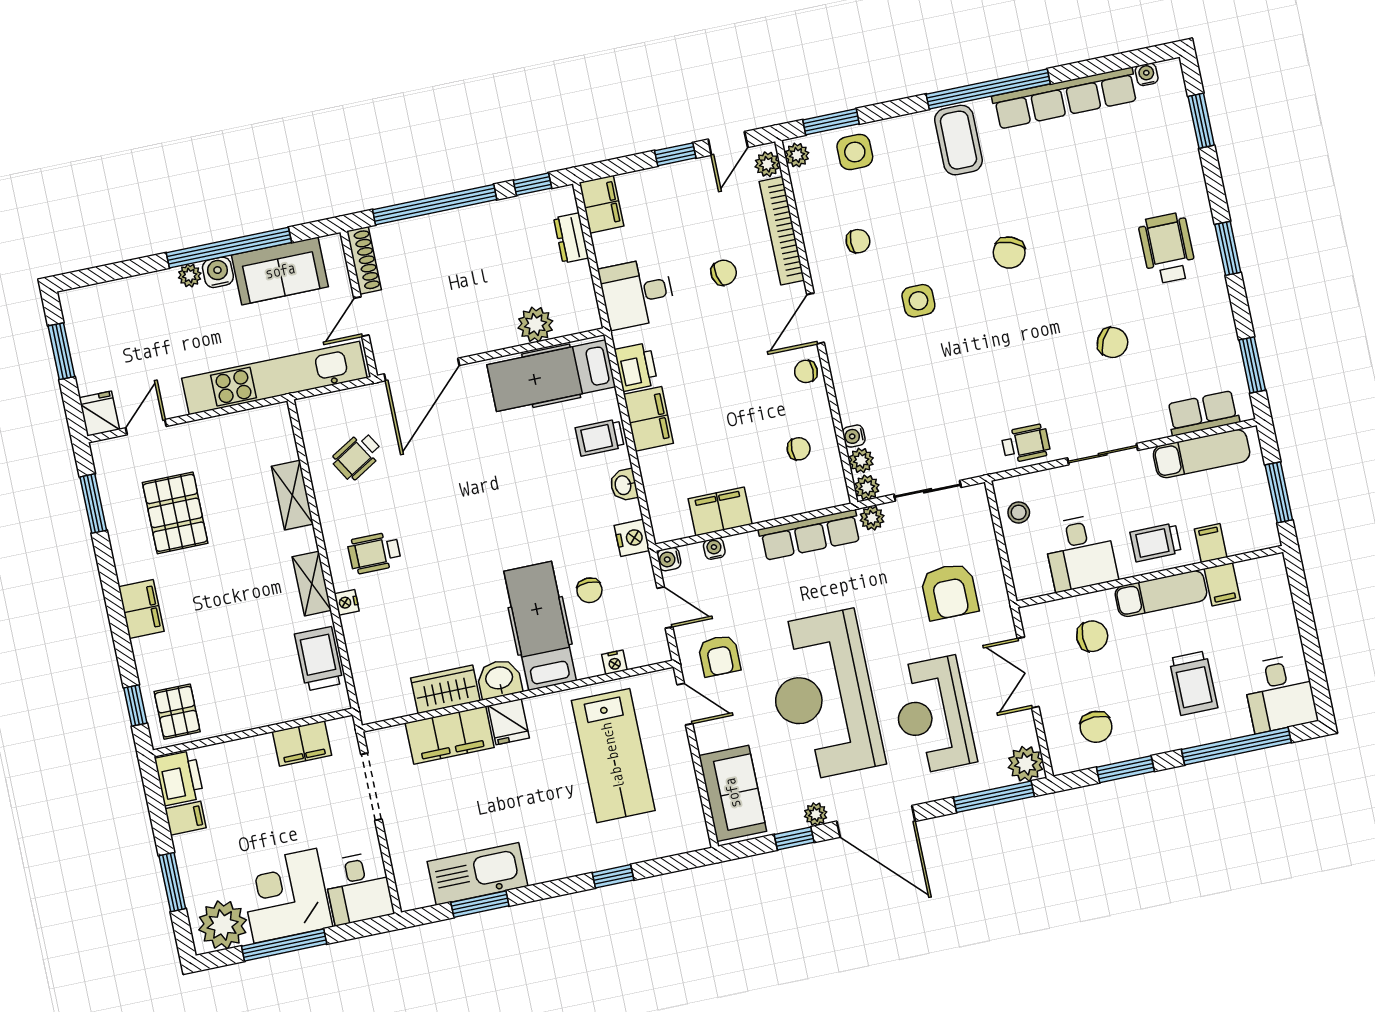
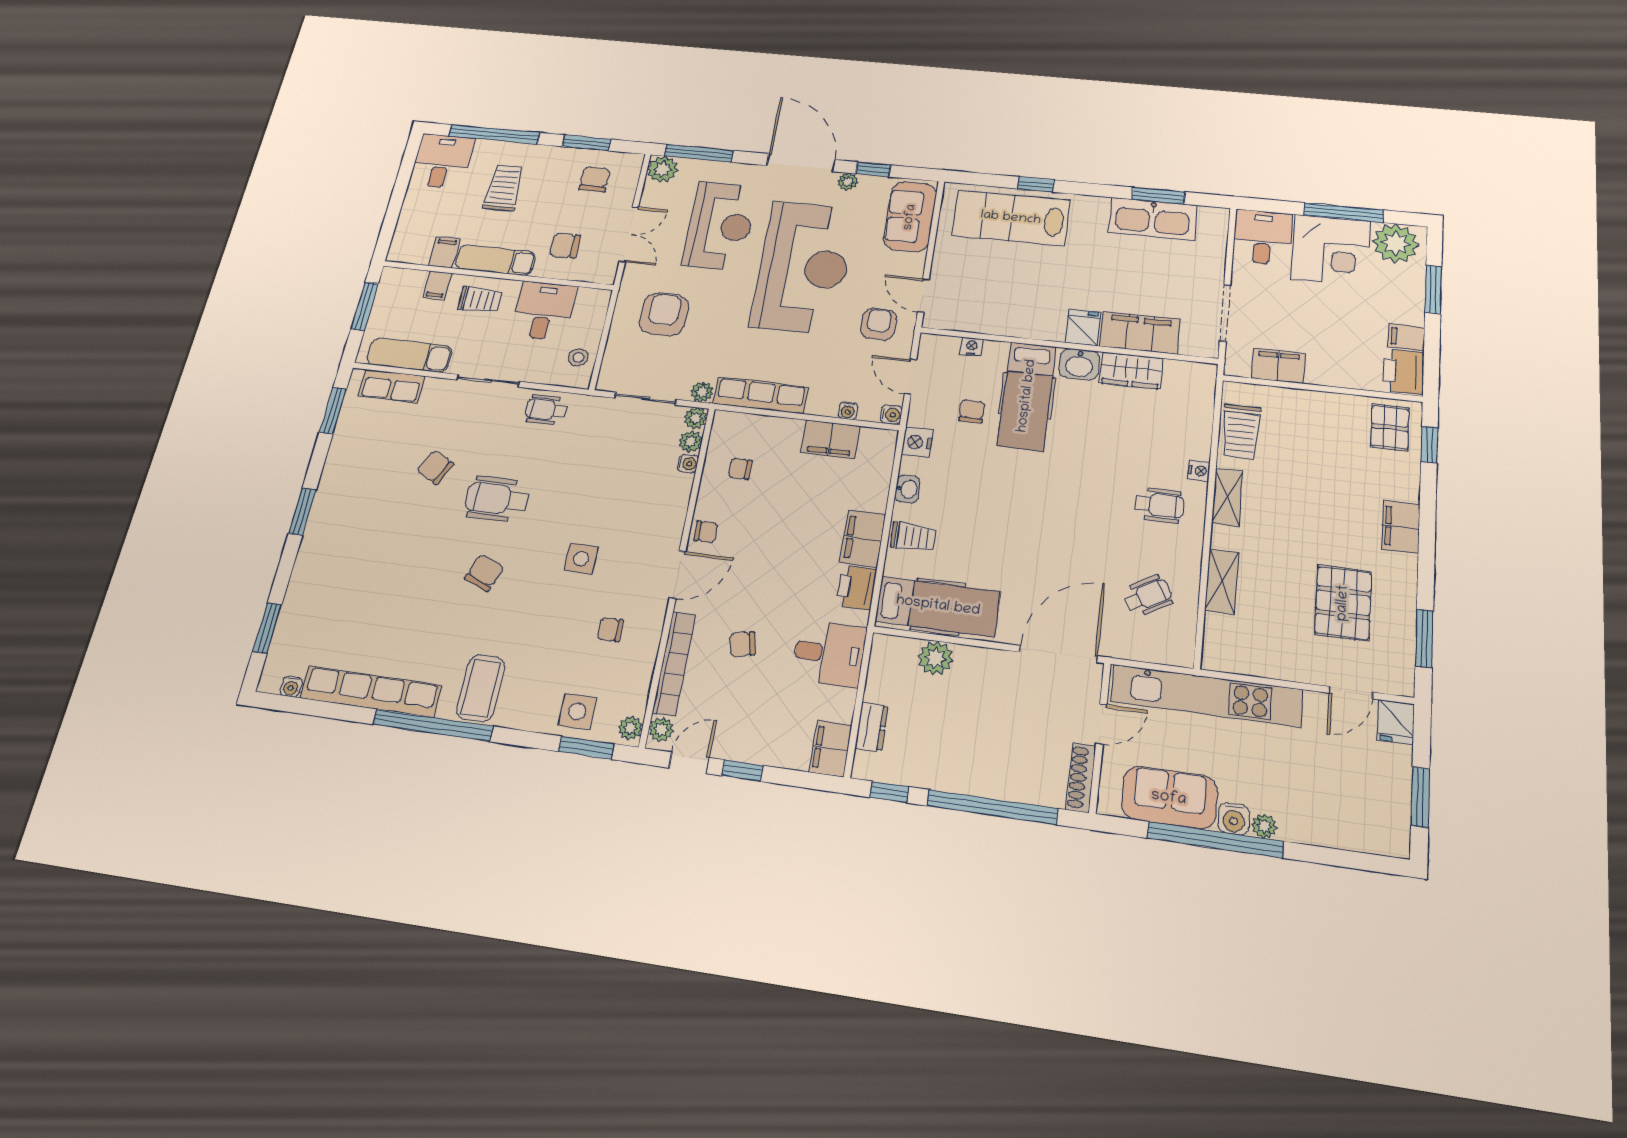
wheelchair: (1167, 248) -> (497, 499), moved, turned 90
lab bench: (613, 756) -> (1011, 218), moved, turned -90

